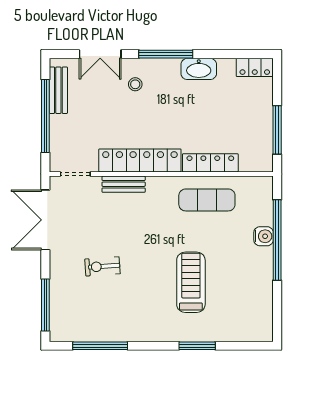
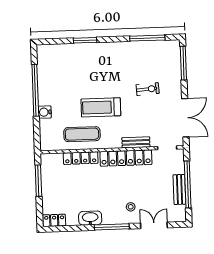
bench: (58, 90) -> (179, 189), moved
window: (277, 240) -> (35, 90), moved
treadmill: (191, 282) -> (101, 107), moved, turned 90

